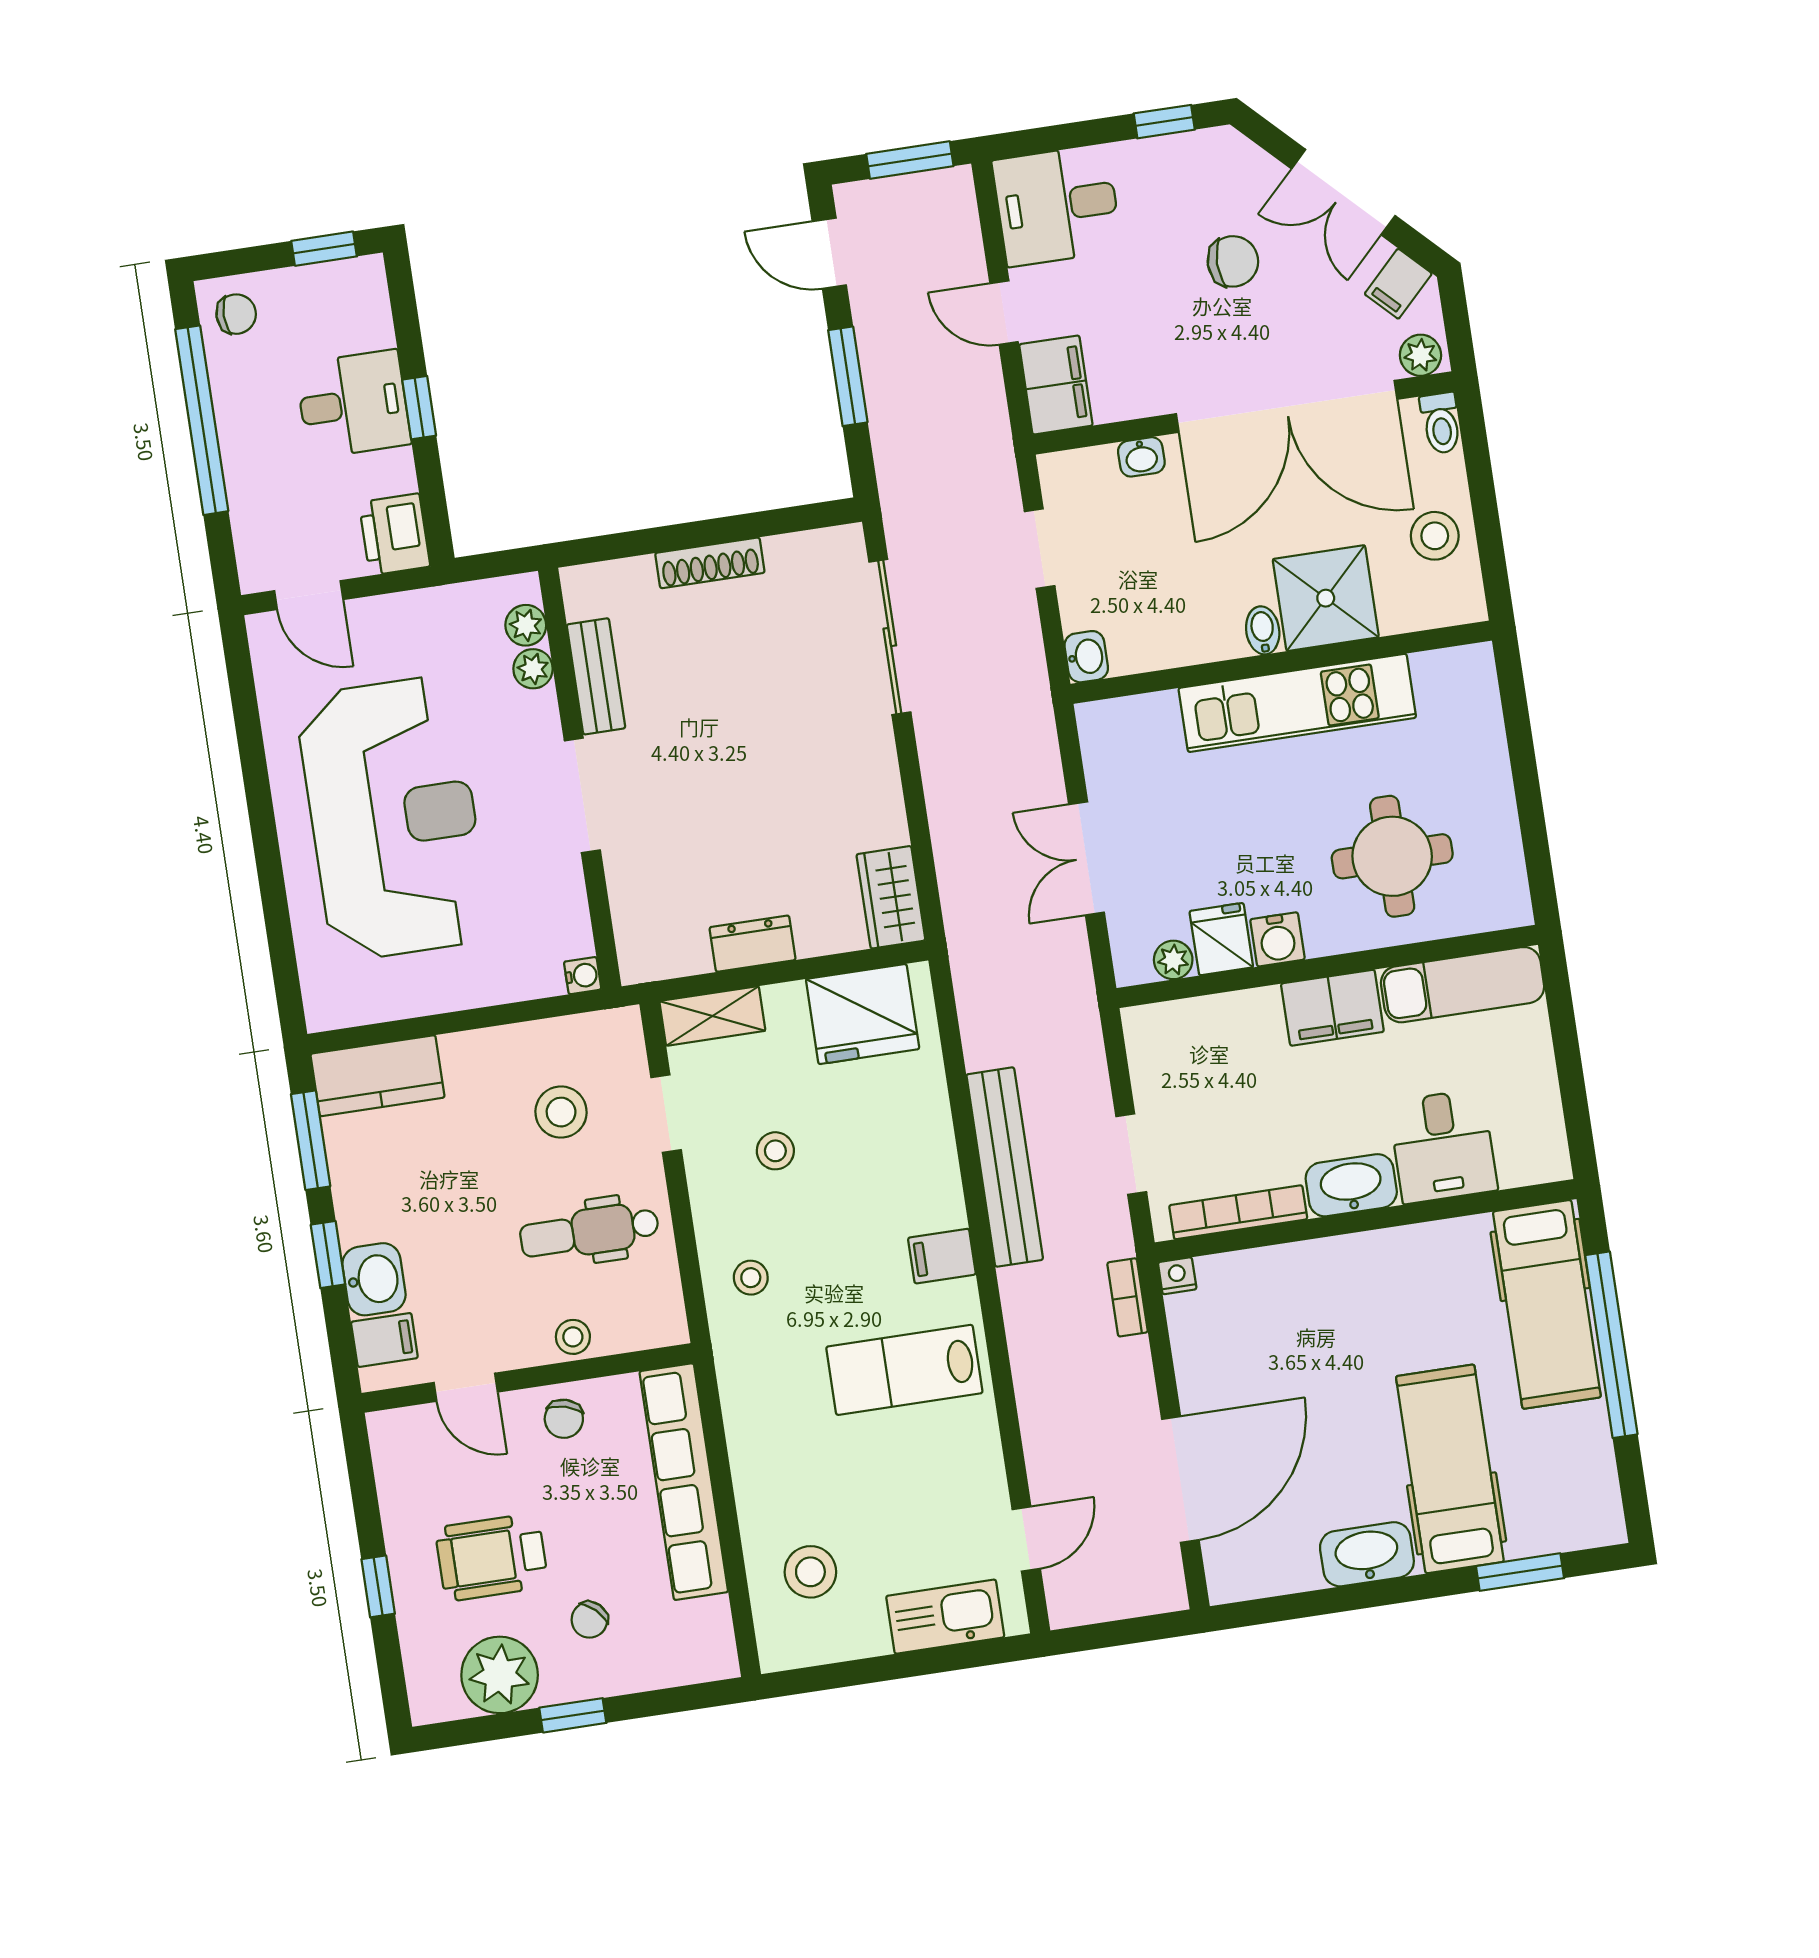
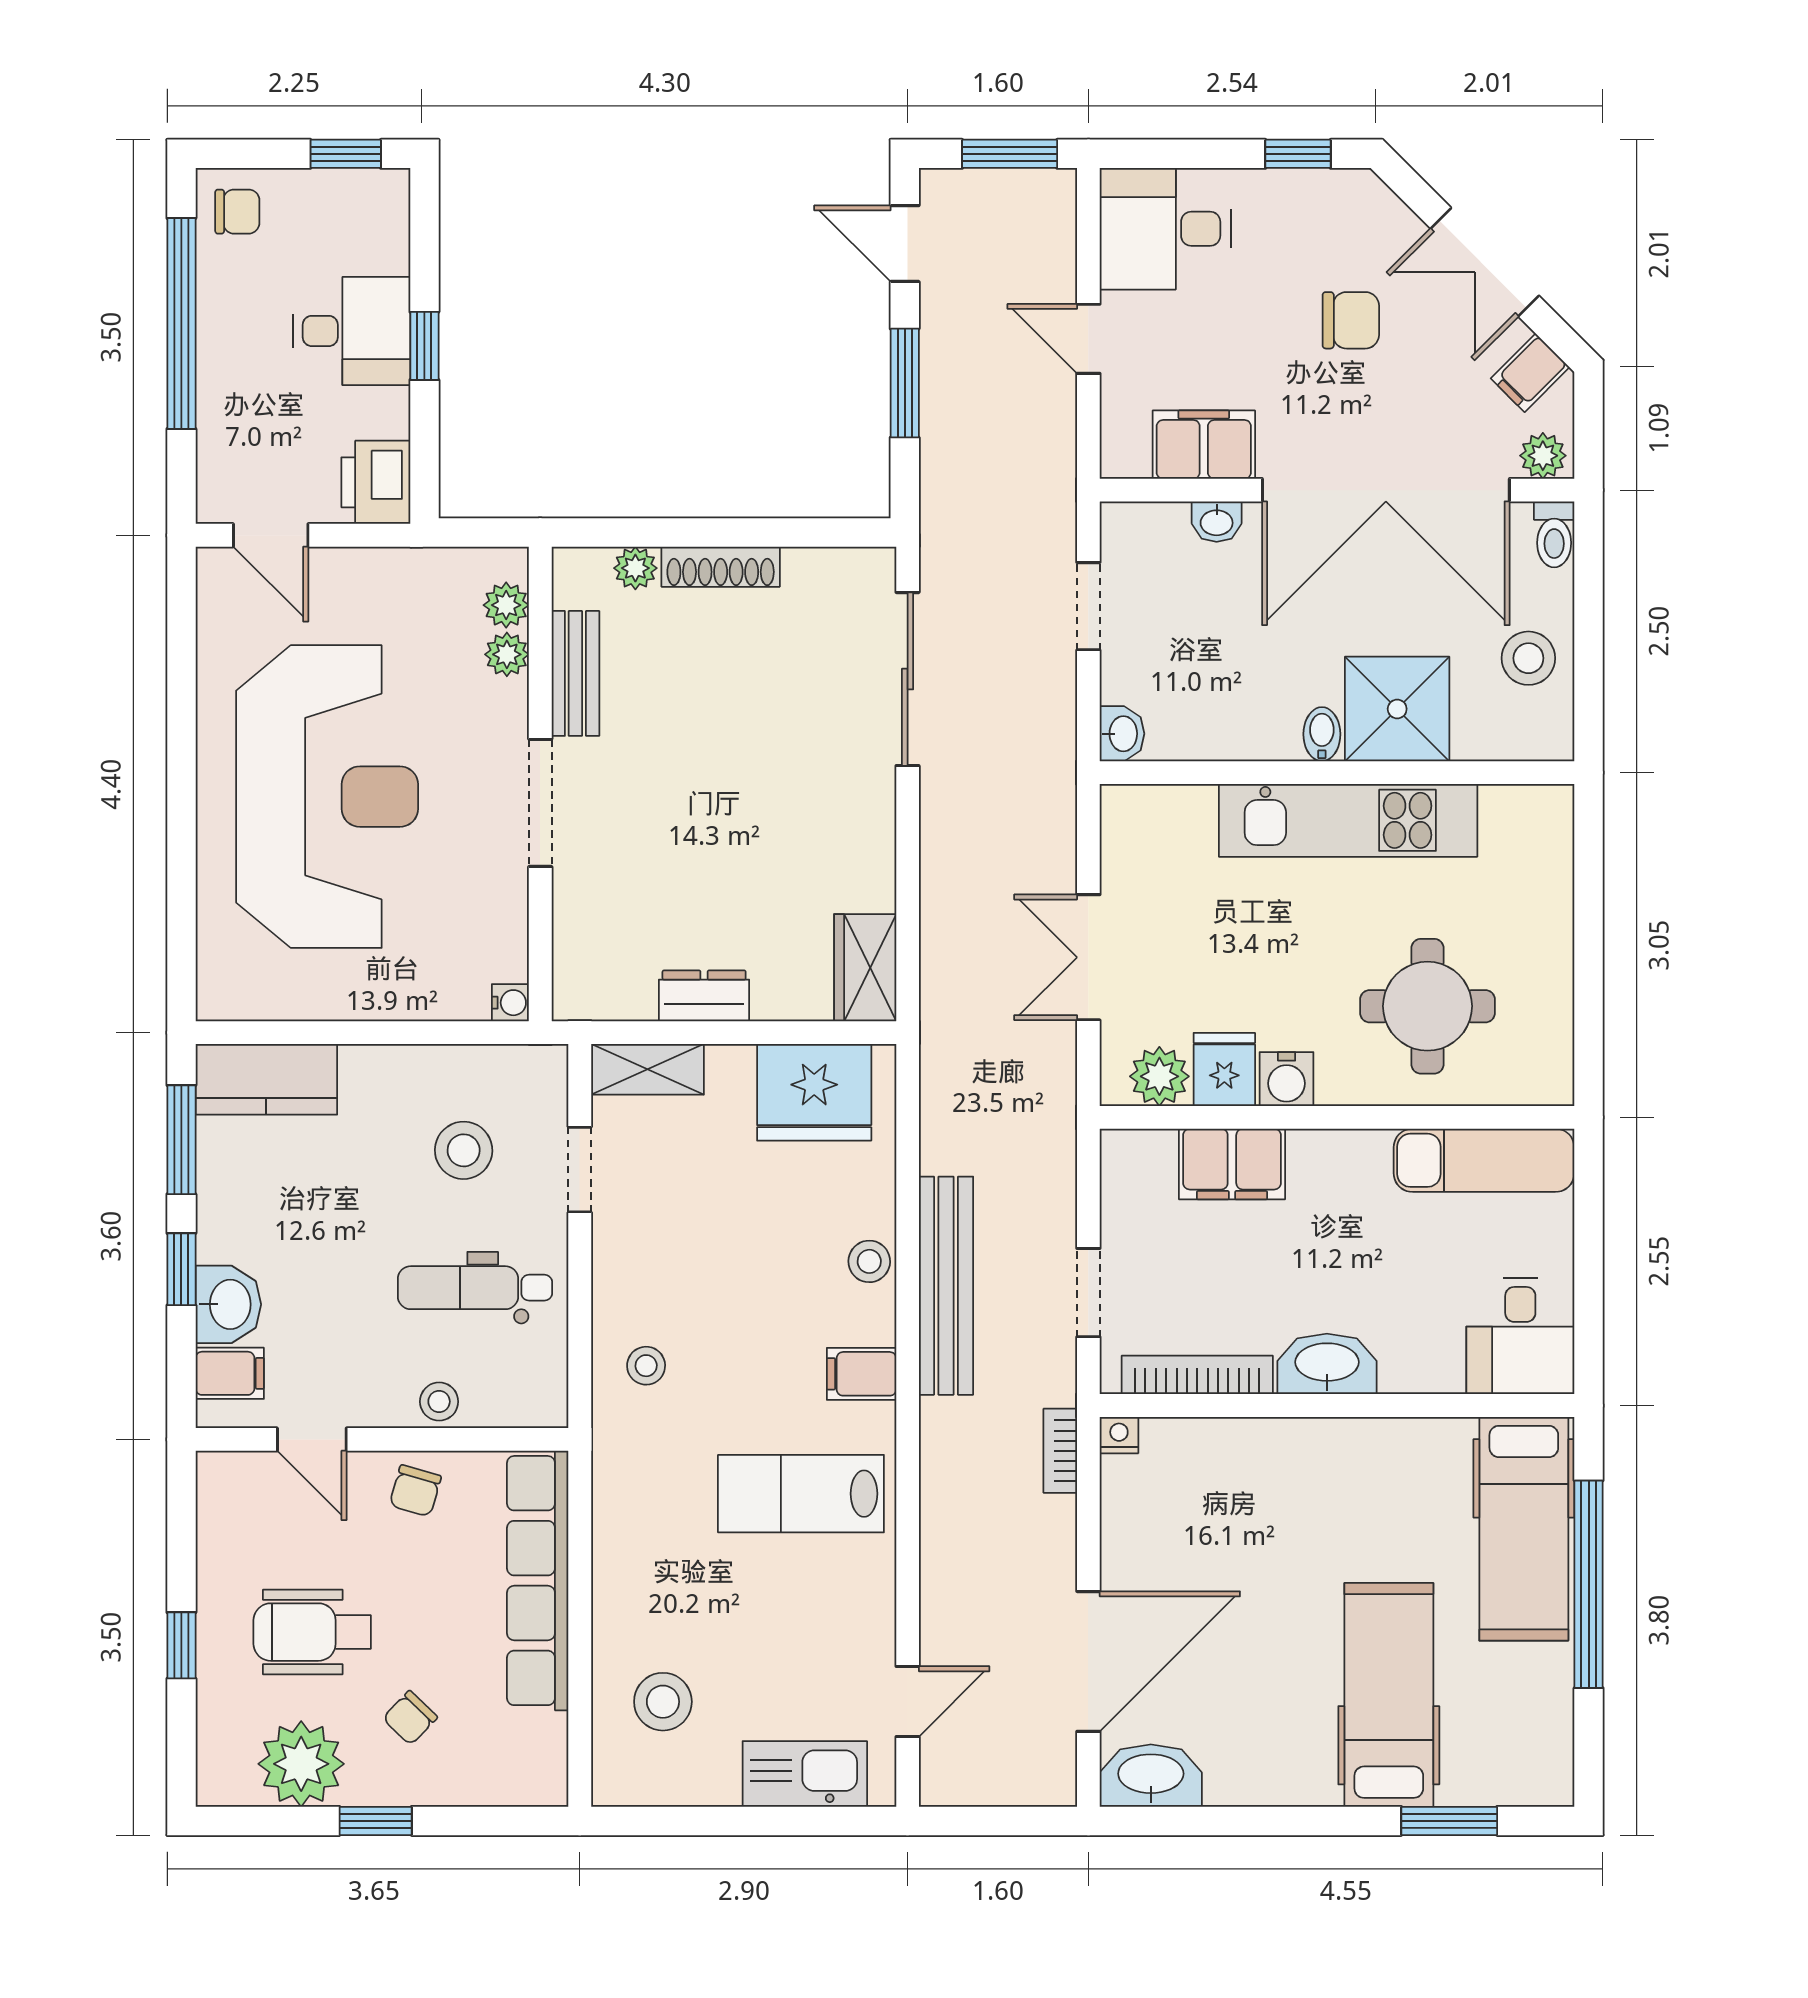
filing cabinet: (1056, 385) -> (1204, 445), moved, turned -90
plant: (635, 575) -> (635, 568), added
plant: (1173, 960) -> (1159, 1076), width x1.38, depth x1.38
filing cabinet: (1332, 1008) -> (1232, 1164), moved
desk: (1443, 1146) -> (1520, 1336), moved
stool: (775, 1151) -> (869, 1261), moved
washbasin: (1367, 1554) -> (1151, 1776), moved

